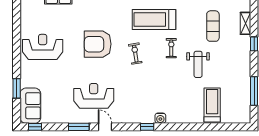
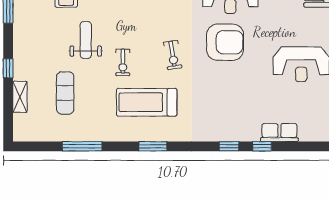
treadmill: (154, 19) -> (147, 102), turned 180
armchair: (98, 44) -> (225, 42), moved

